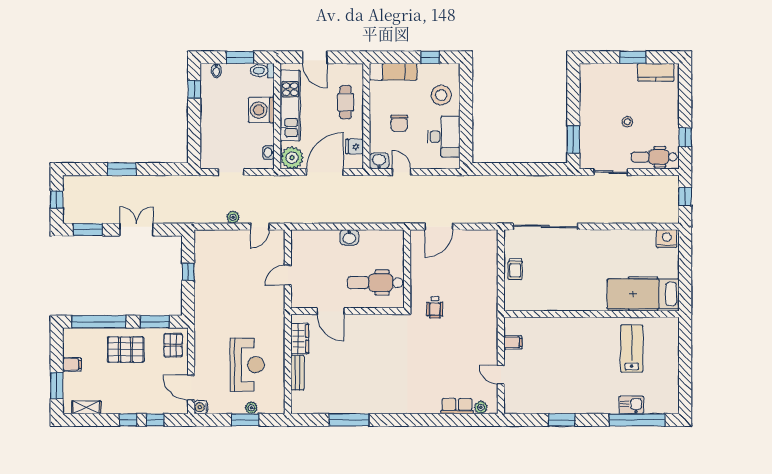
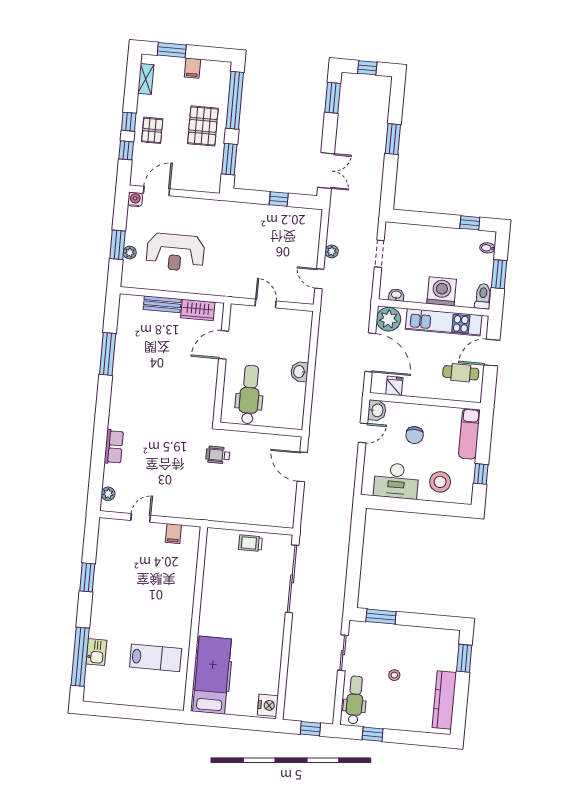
window: (633, 57) -> (464, 658), moved
kitchen counter: (656, 72) -> (444, 700), width x1.50
cafe table: (346, 102) -> (461, 373), moved
chair: (399, 123) -> (415, 435), turned -90
double door: (136, 230) -> (326, 171), moved
pallet: (173, 345) -> (152, 130), moved, turned 90
row of seats: (457, 406) -> (114, 447), moved

